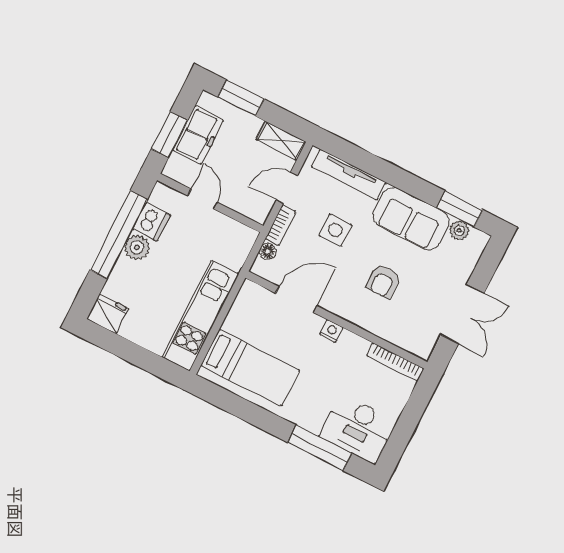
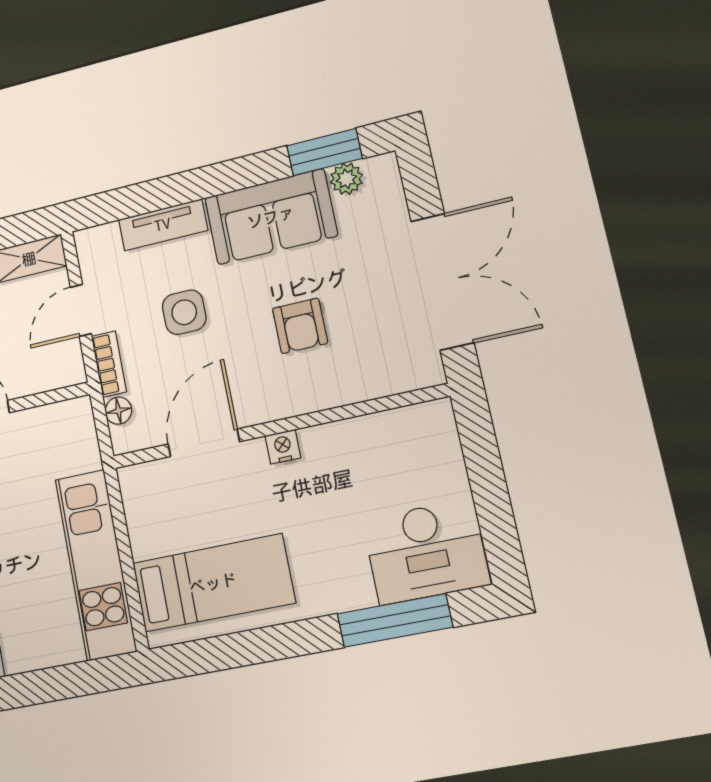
tv unit: (349, 175) -> (163, 225), width x0.71
double door: (463, 314) -> (442, 282), width x1.37
bookcase: (395, 362) -> (403, 419), removed

